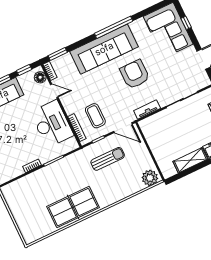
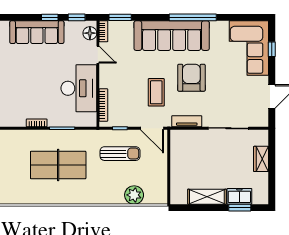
coffee table: (95, 116) -> (156, 92), moved
plant: (150, 178) -> (134, 195), moved
table tennis table: (73, 207) -> (58, 165), moved

